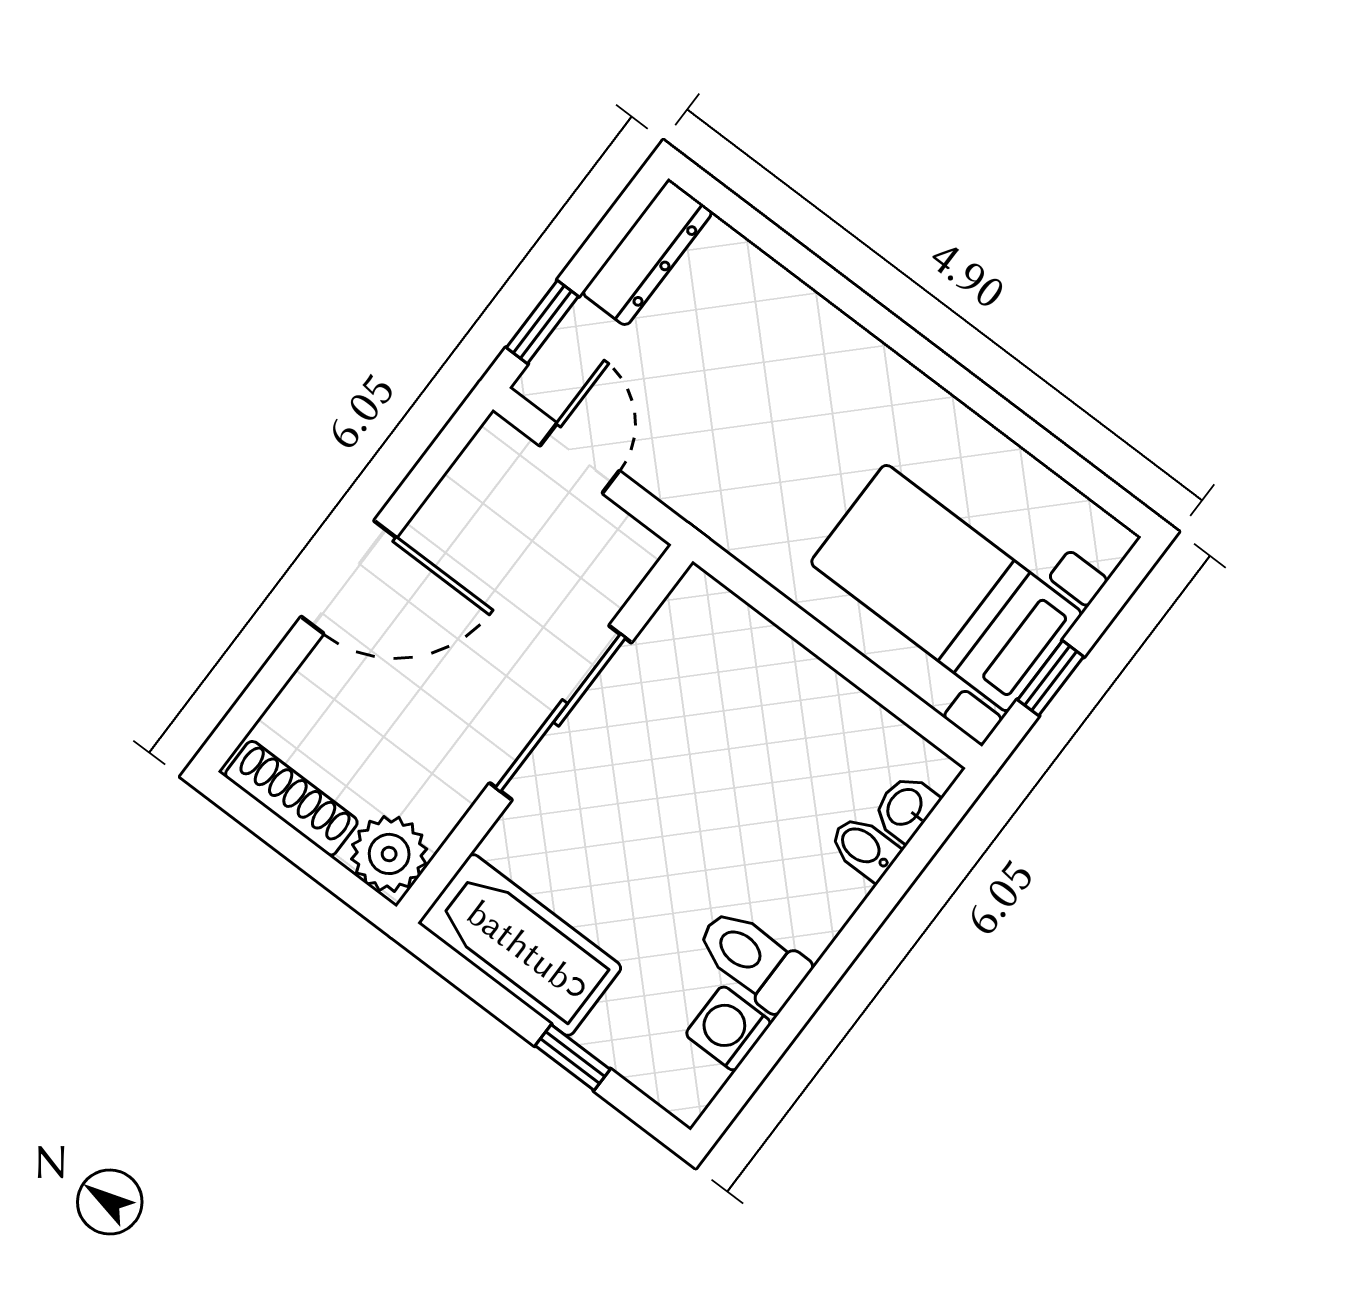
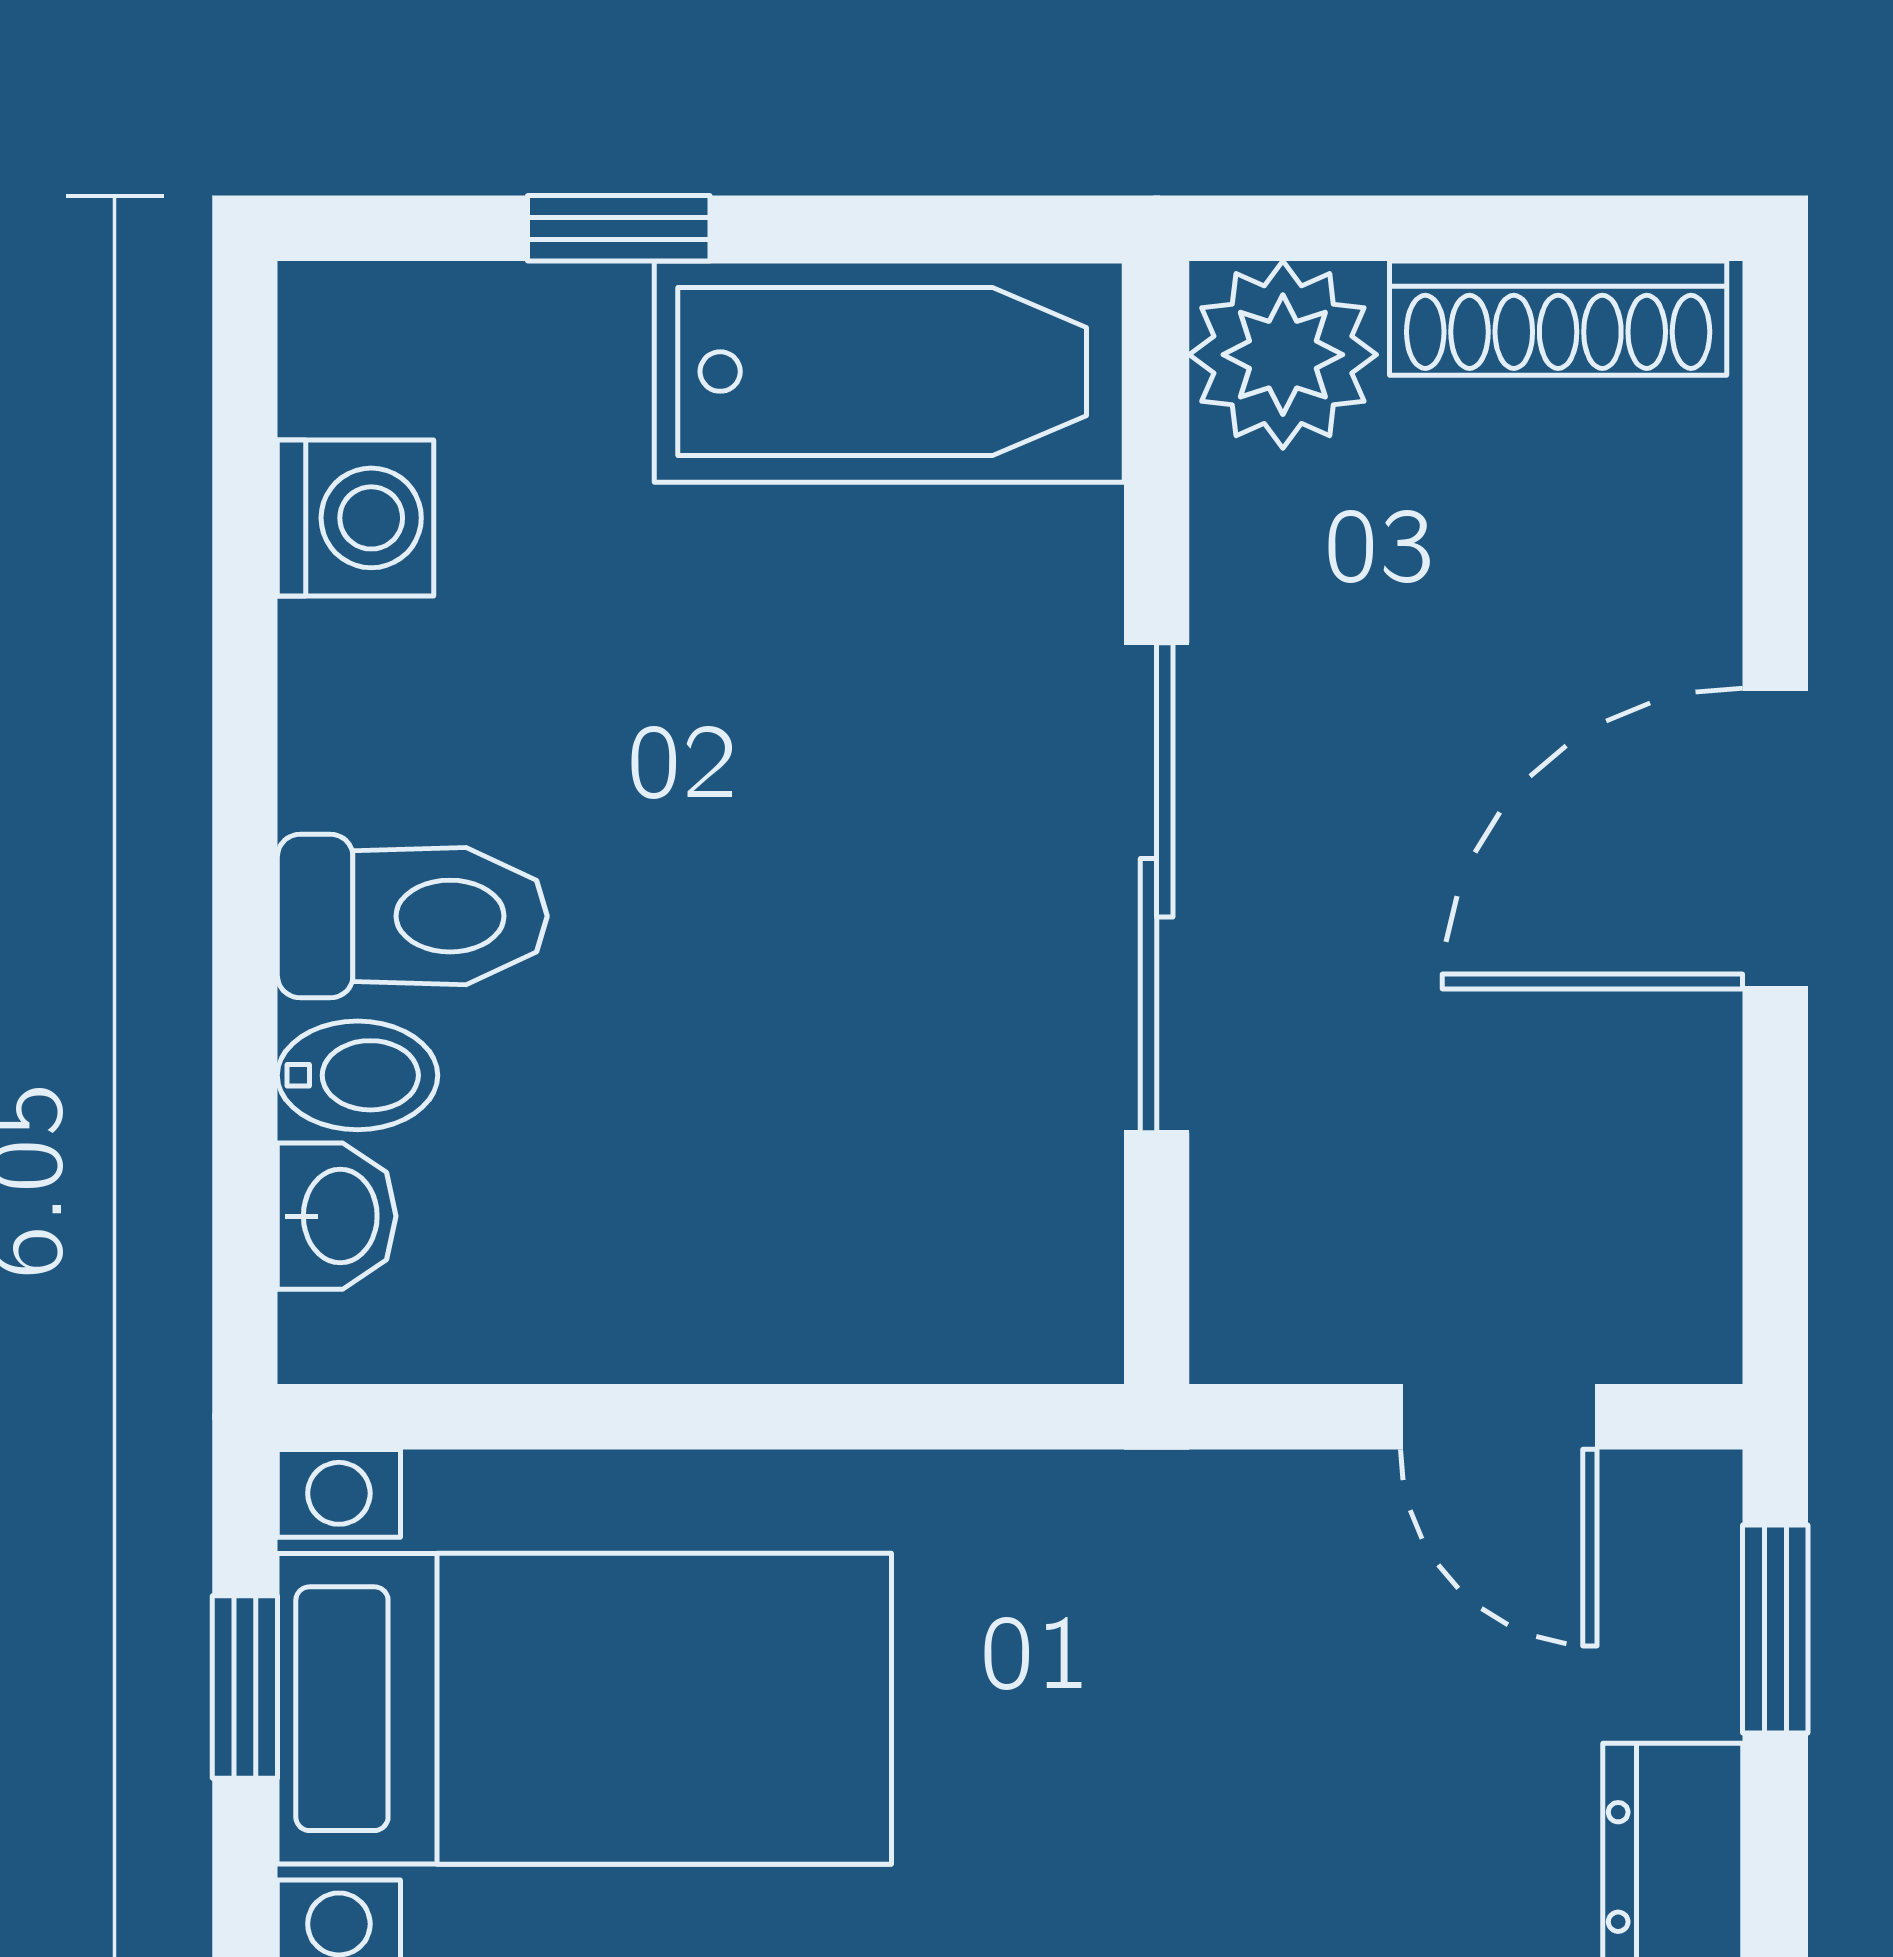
toilet: (753, 959) -> (412, 916), moved

